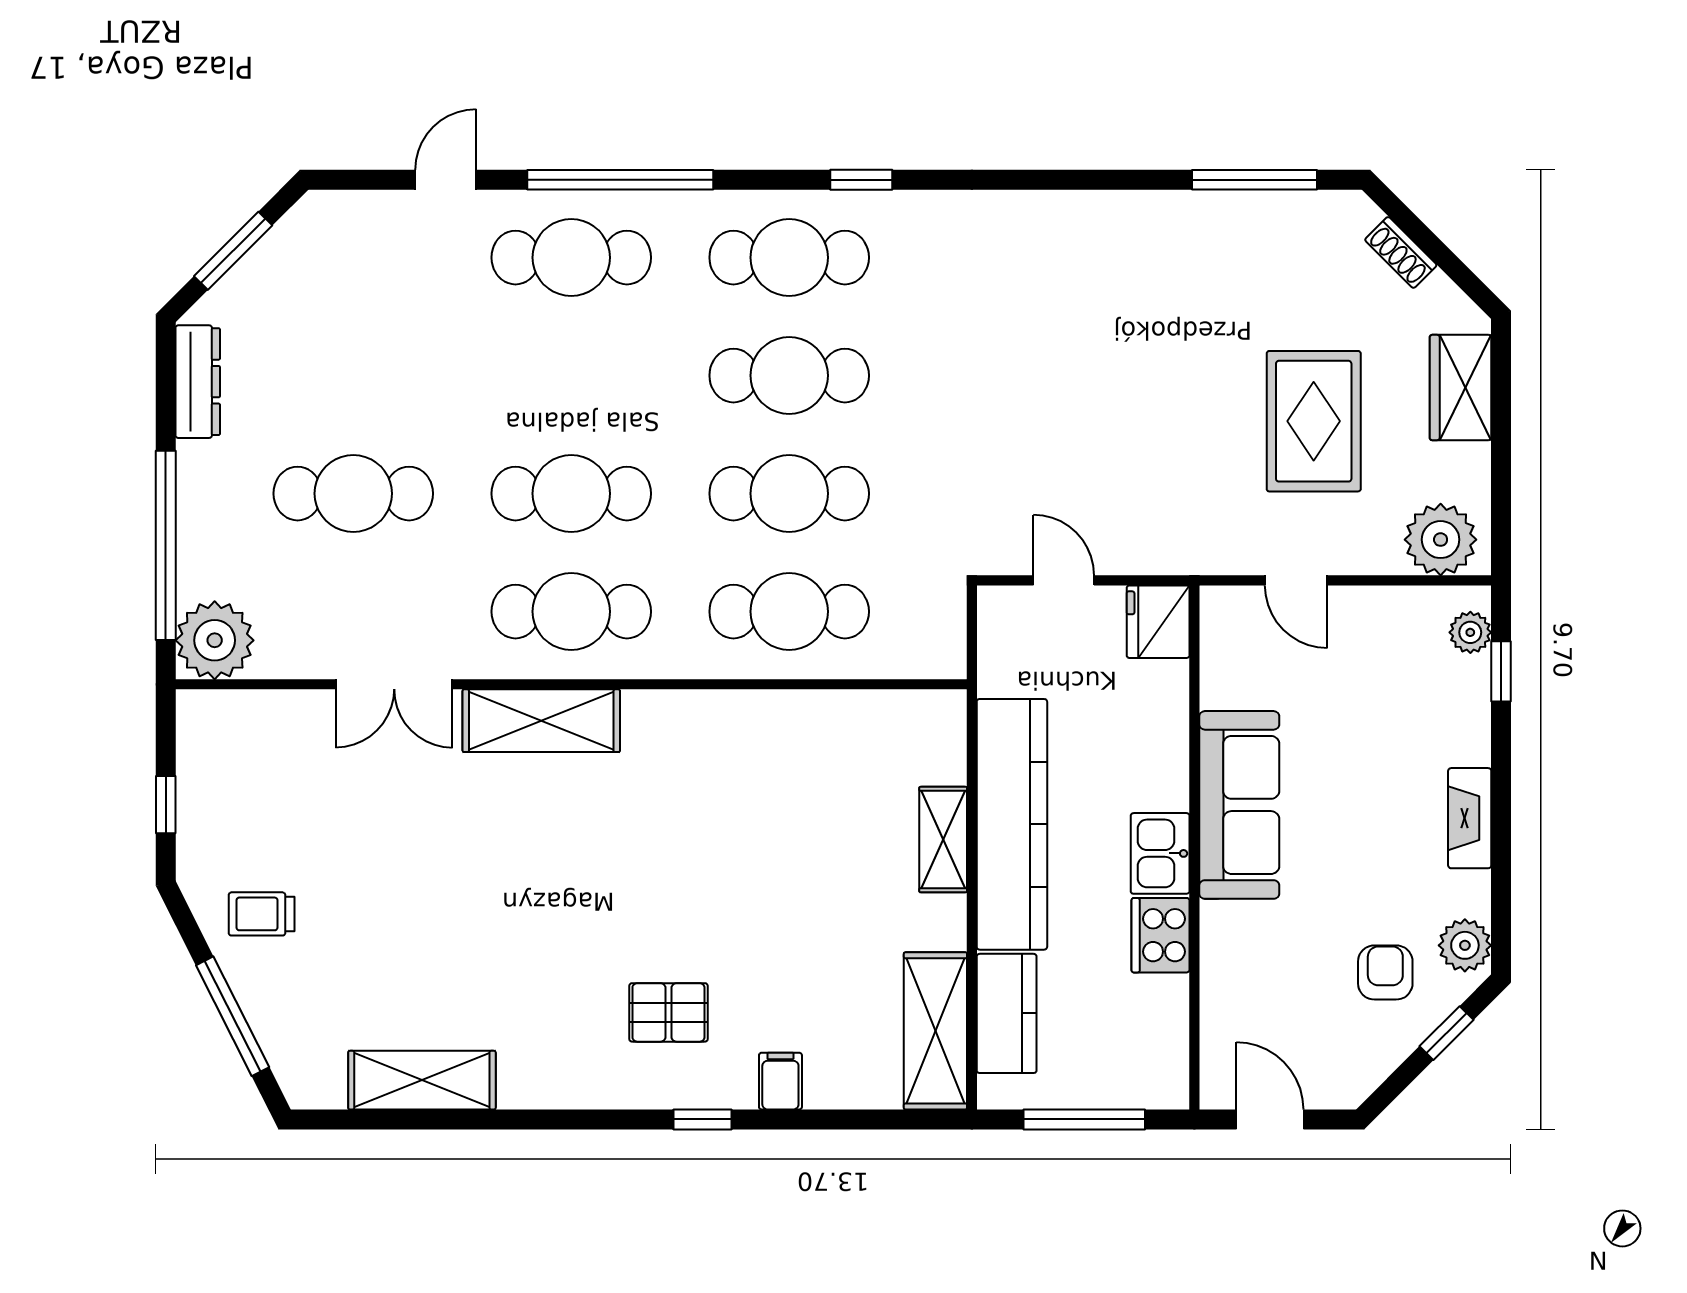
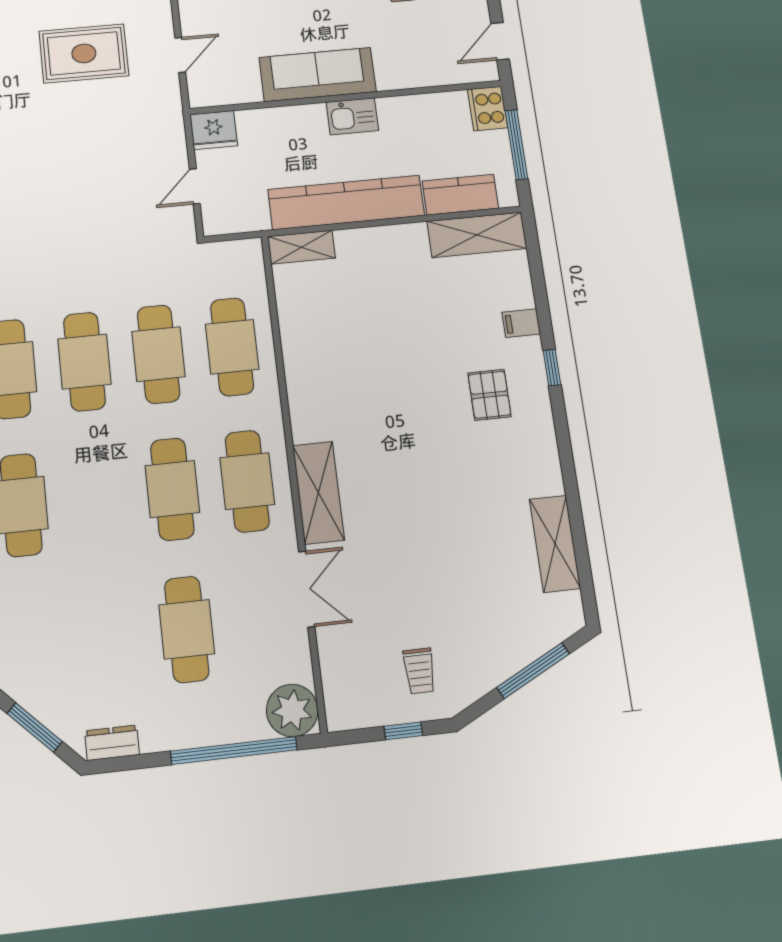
dresser: (198, 382) -> (112, 743), width x0.70
shelving: (943, 840) -> (301, 247), moved
trolley: (262, 914) -> (419, 671), moved
cooker: (1161, 935) -> (488, 108), moved, turned 90

